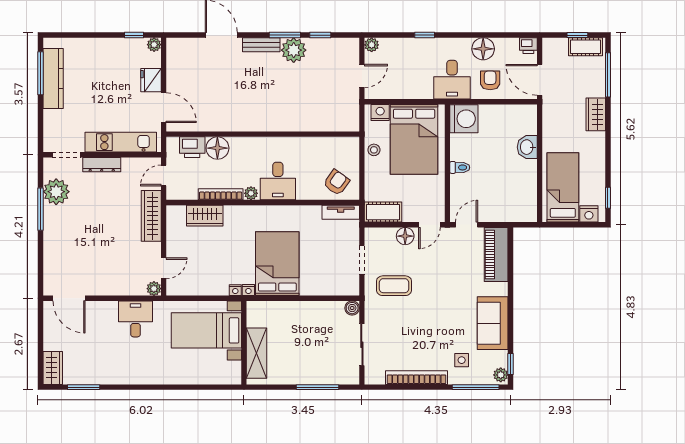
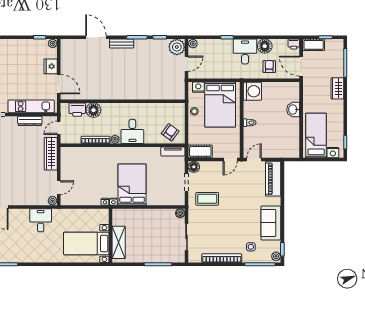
cot: (585, 47) -> (314, 45), moved
plant: (294, 50) -> (177, 47), moved
desk: (452, 80) -> (245, 51), moved, turned 180
dresser: (102, 165) -> (30, 121), moved
wardrobe: (205, 216) -> (85, 154), removed
floor lamp: (405, 236) -> (194, 167), moved
bed with nightstands: (206, 330) -> (86, 243), moved

